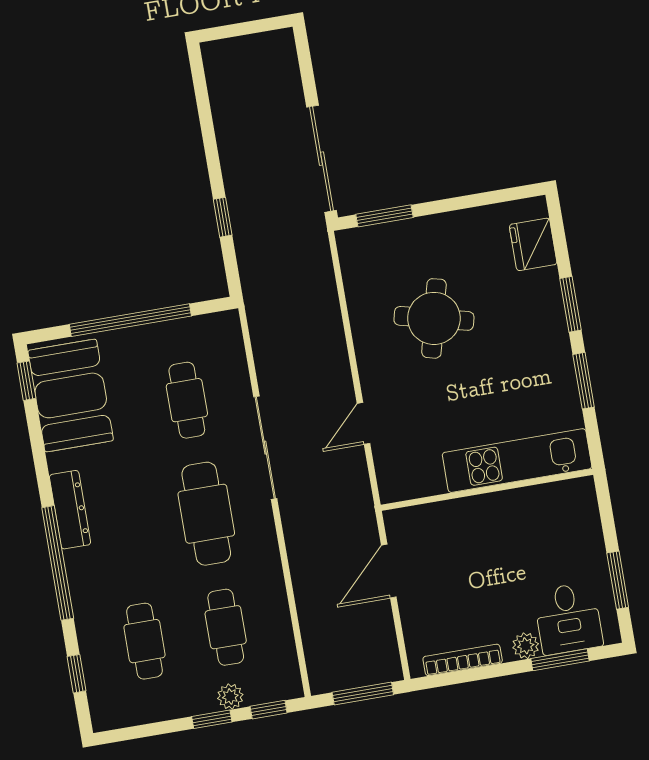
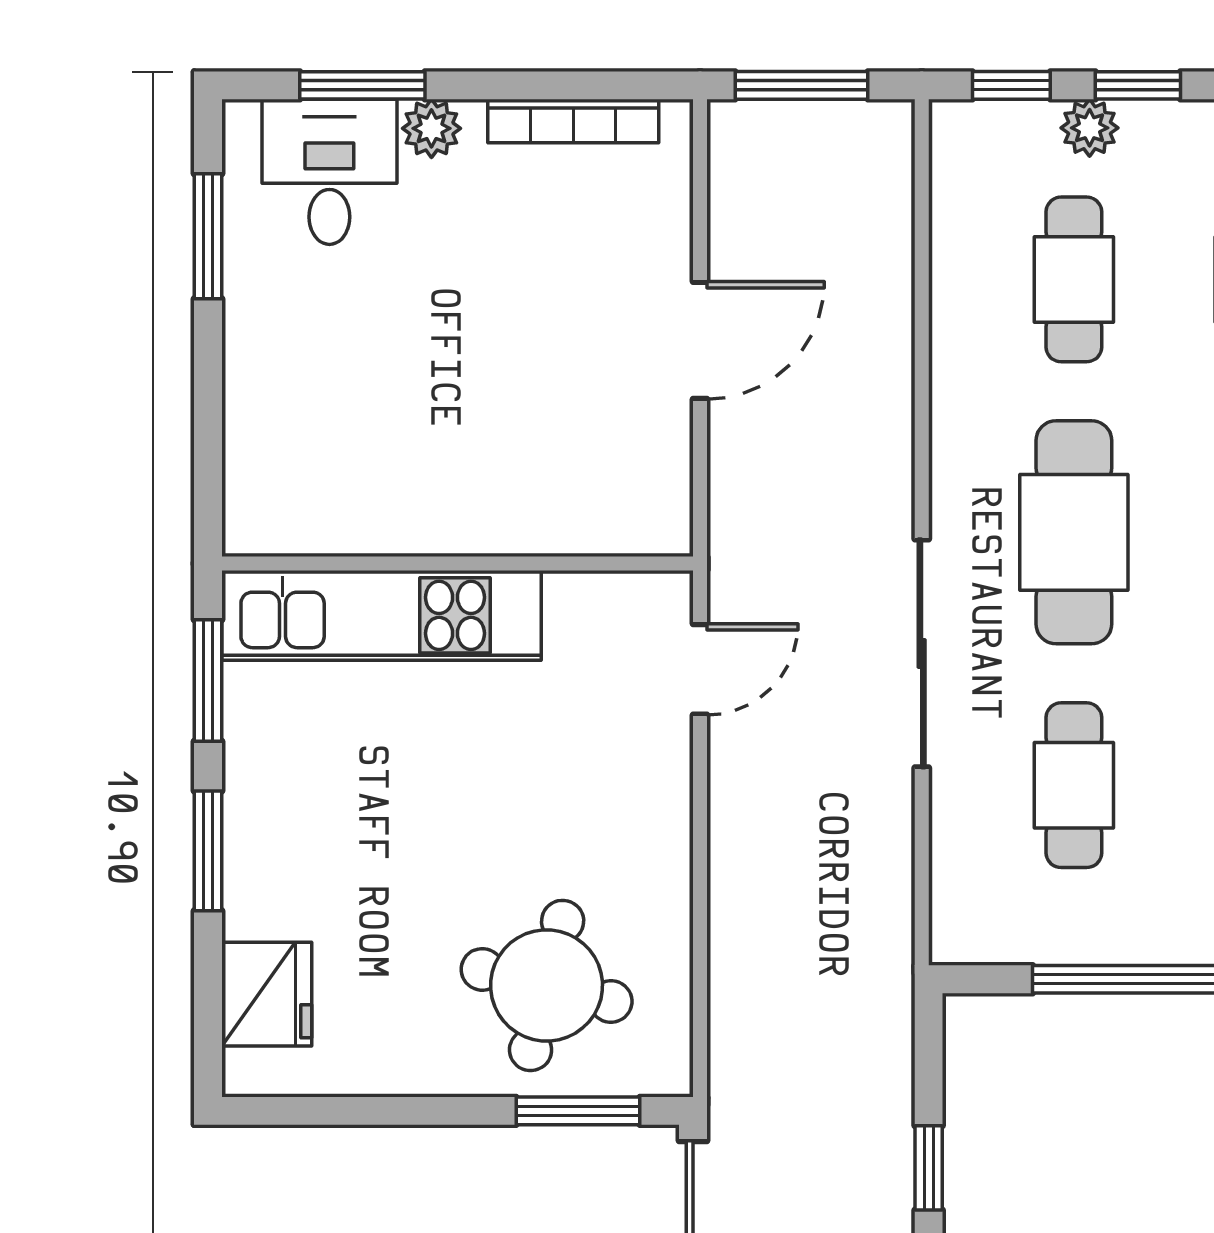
round table: (434, 318) -> (547, 985), moved
kitchen unit: (517, 461) -> (382, 615), moved
wall: (487, 490) -> (457, 563), moved

